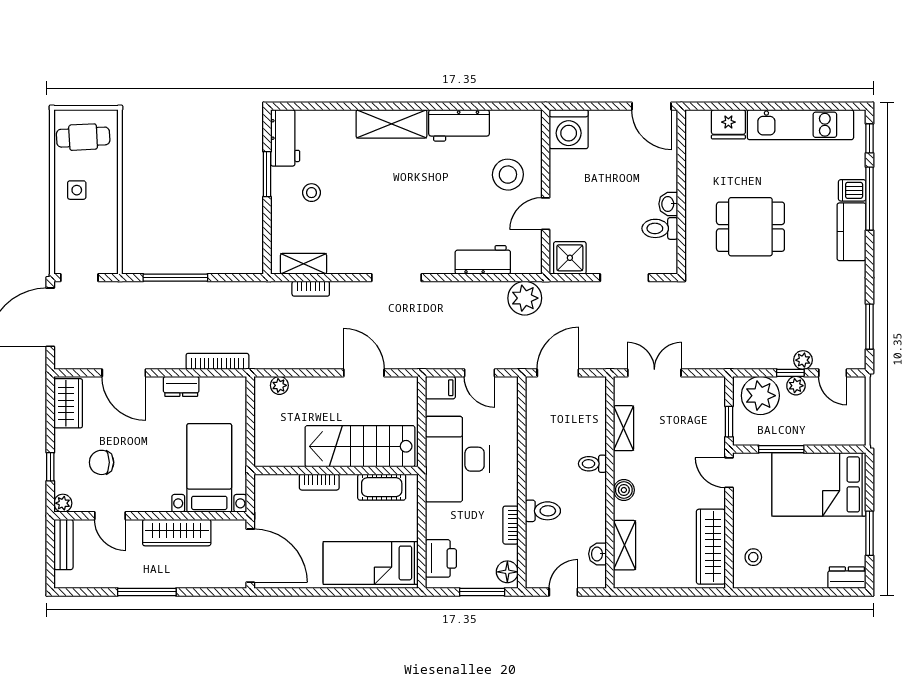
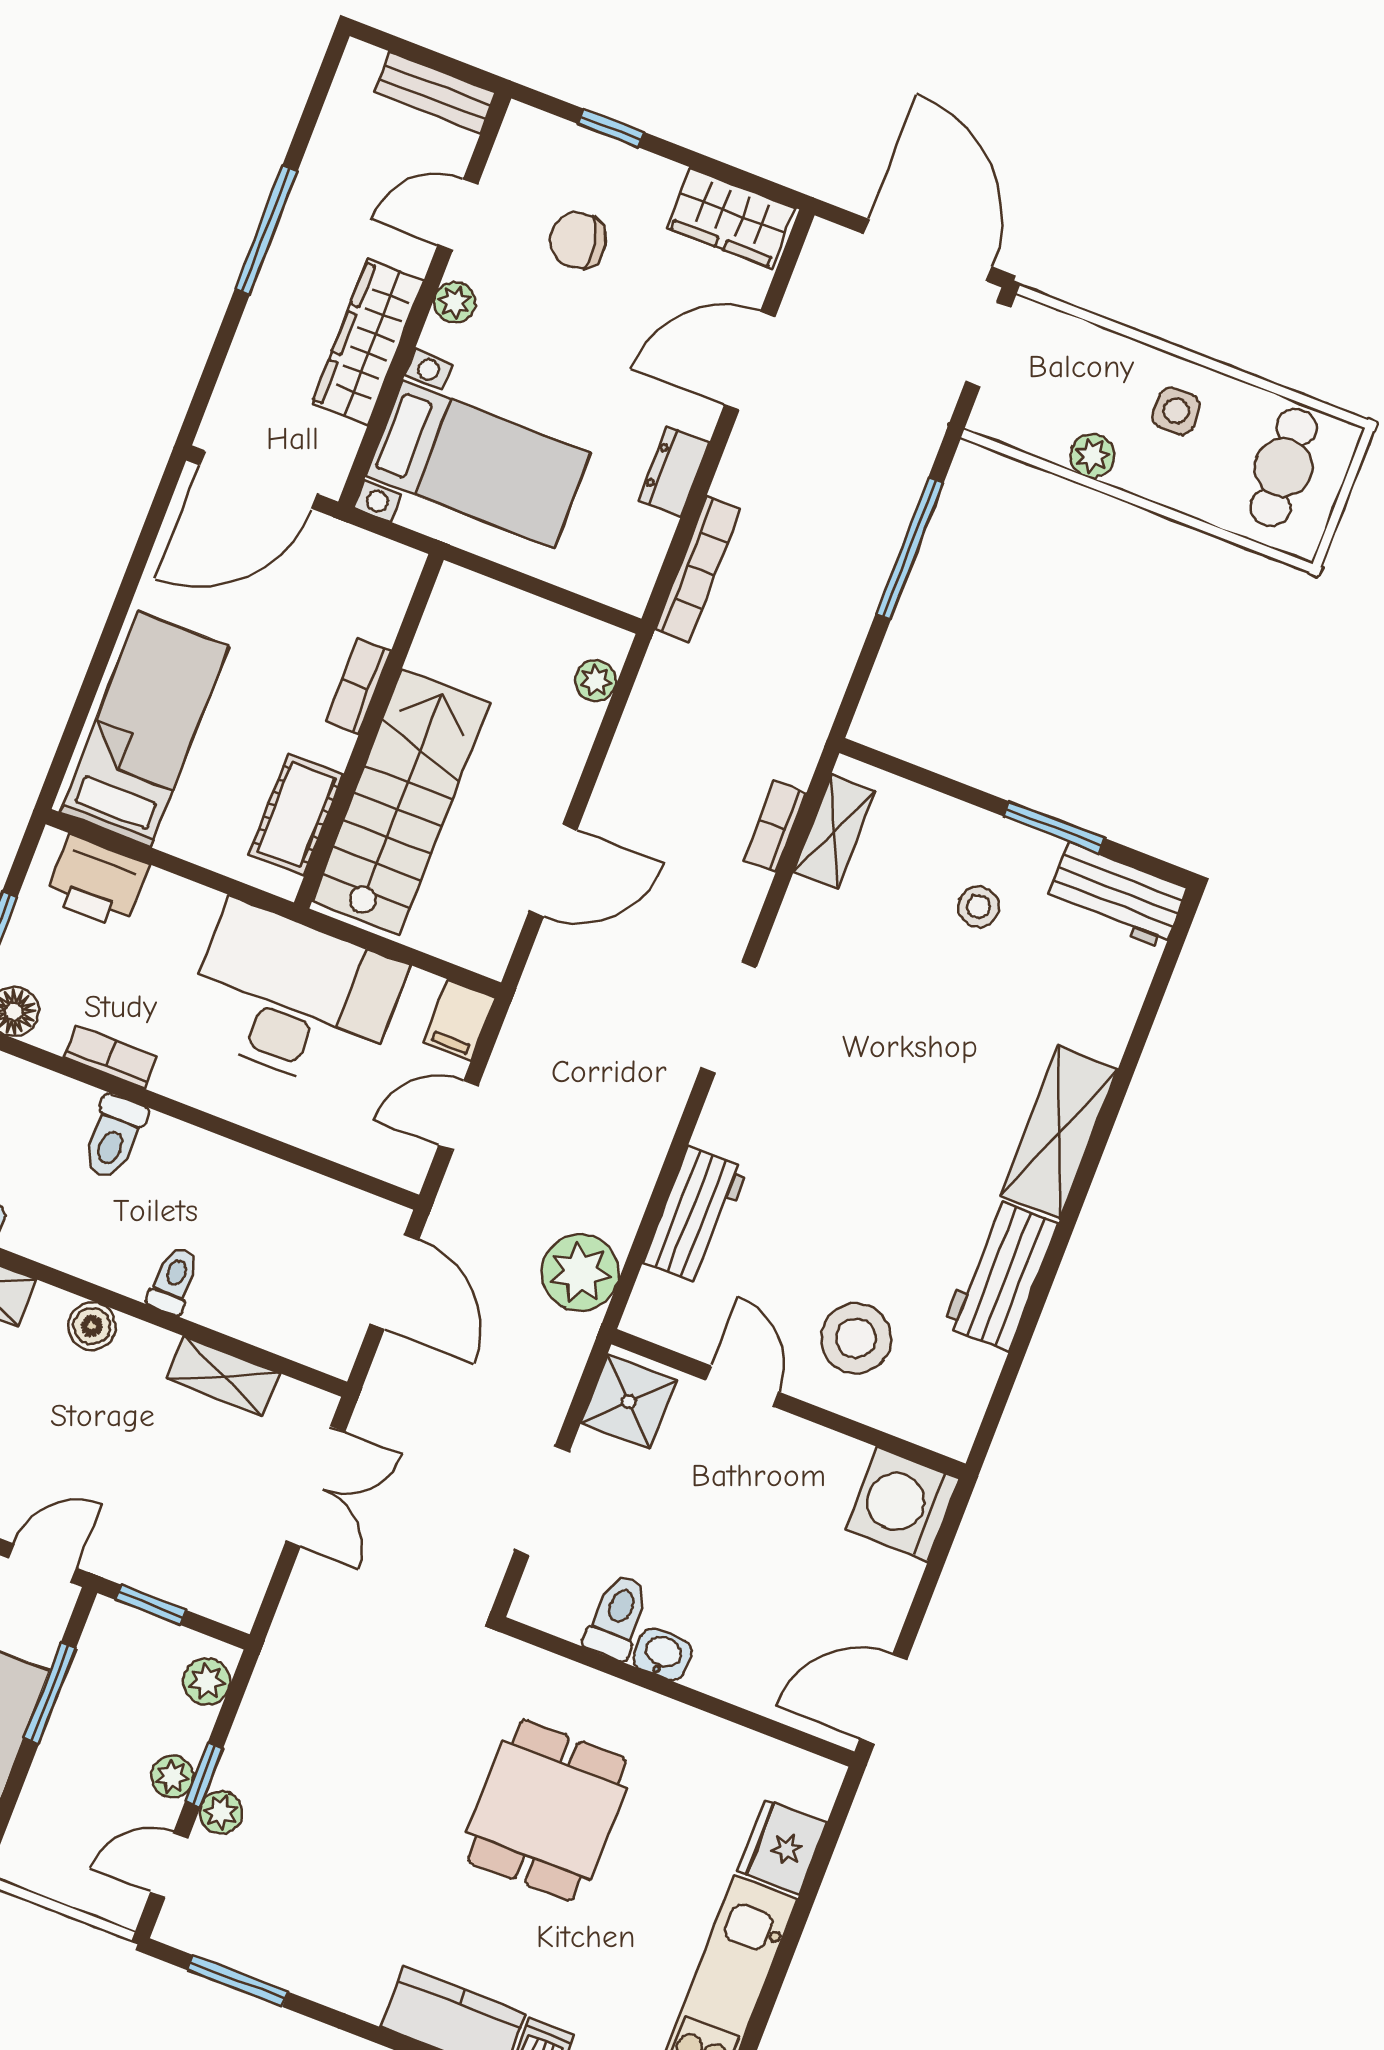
plant: (108, 217) -> (1092, 456), added
plant: (760, 396) -> (207, 1681), width x0.53, depth x0.53
chair: (102, 462) -> (578, 240), turned -101
plant: (63, 503) -> (455, 302), moved

